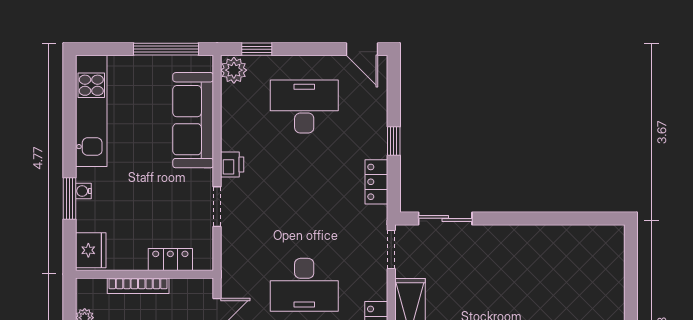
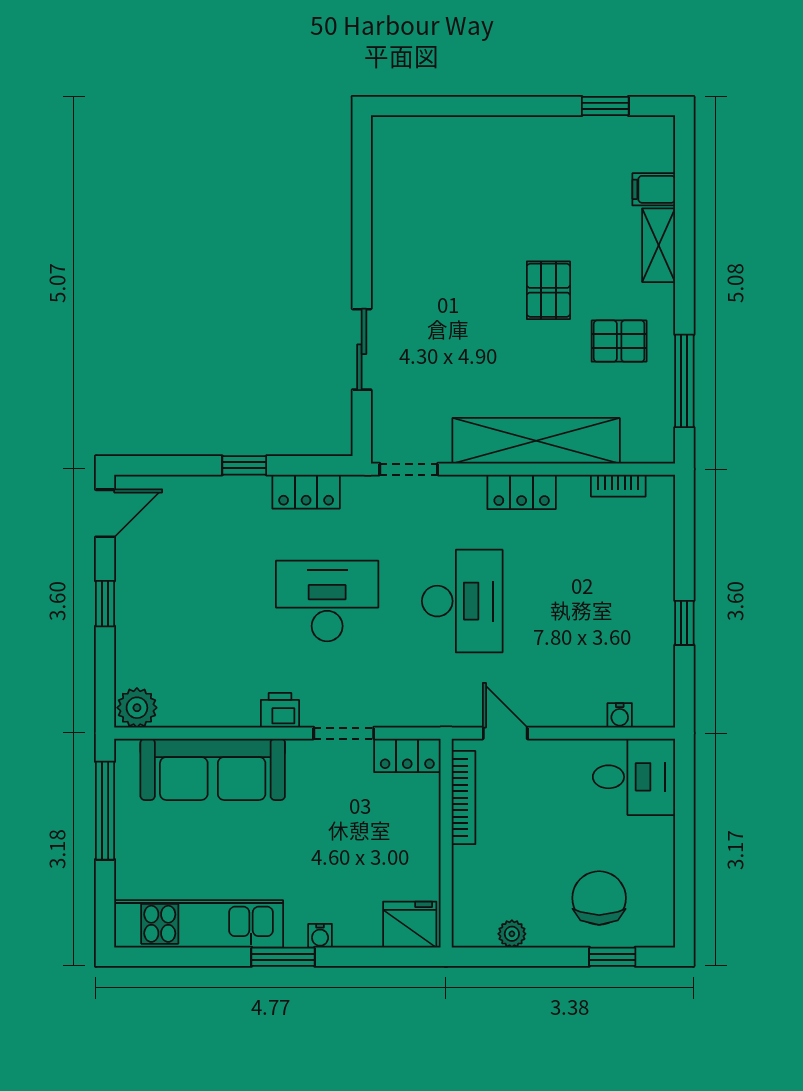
window: (257, 49) -> (105, 604), moved
desk: (304, 107) -> (327, 601), moved, turned 90
window: (69, 198) -> (283, 957), moved
sliding door: (445, 218) -> (362, 349), moved
locker: (170, 259) -> (407, 755), moved, turned -90
bookcase: (138, 286) -> (463, 798), moved

